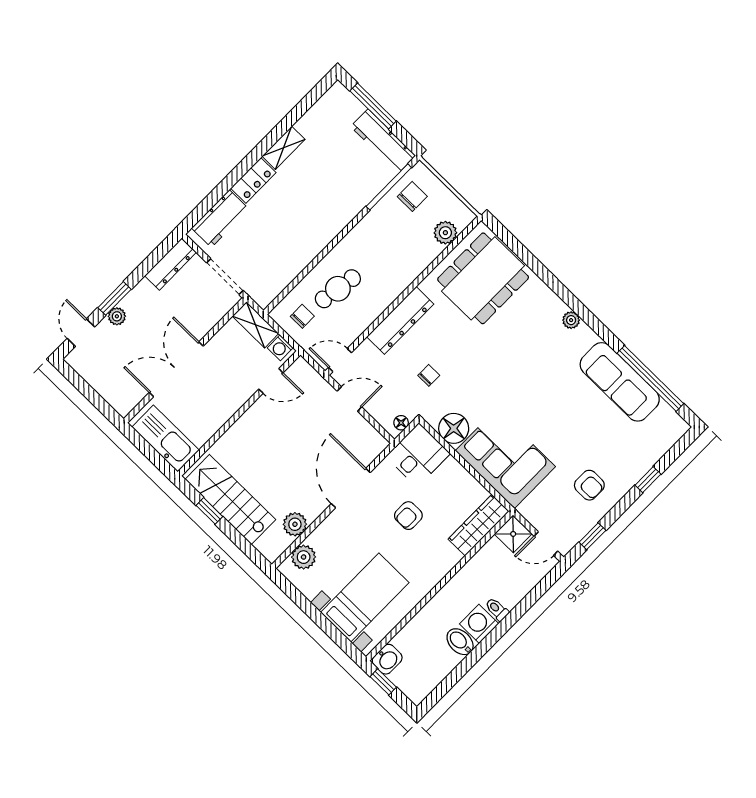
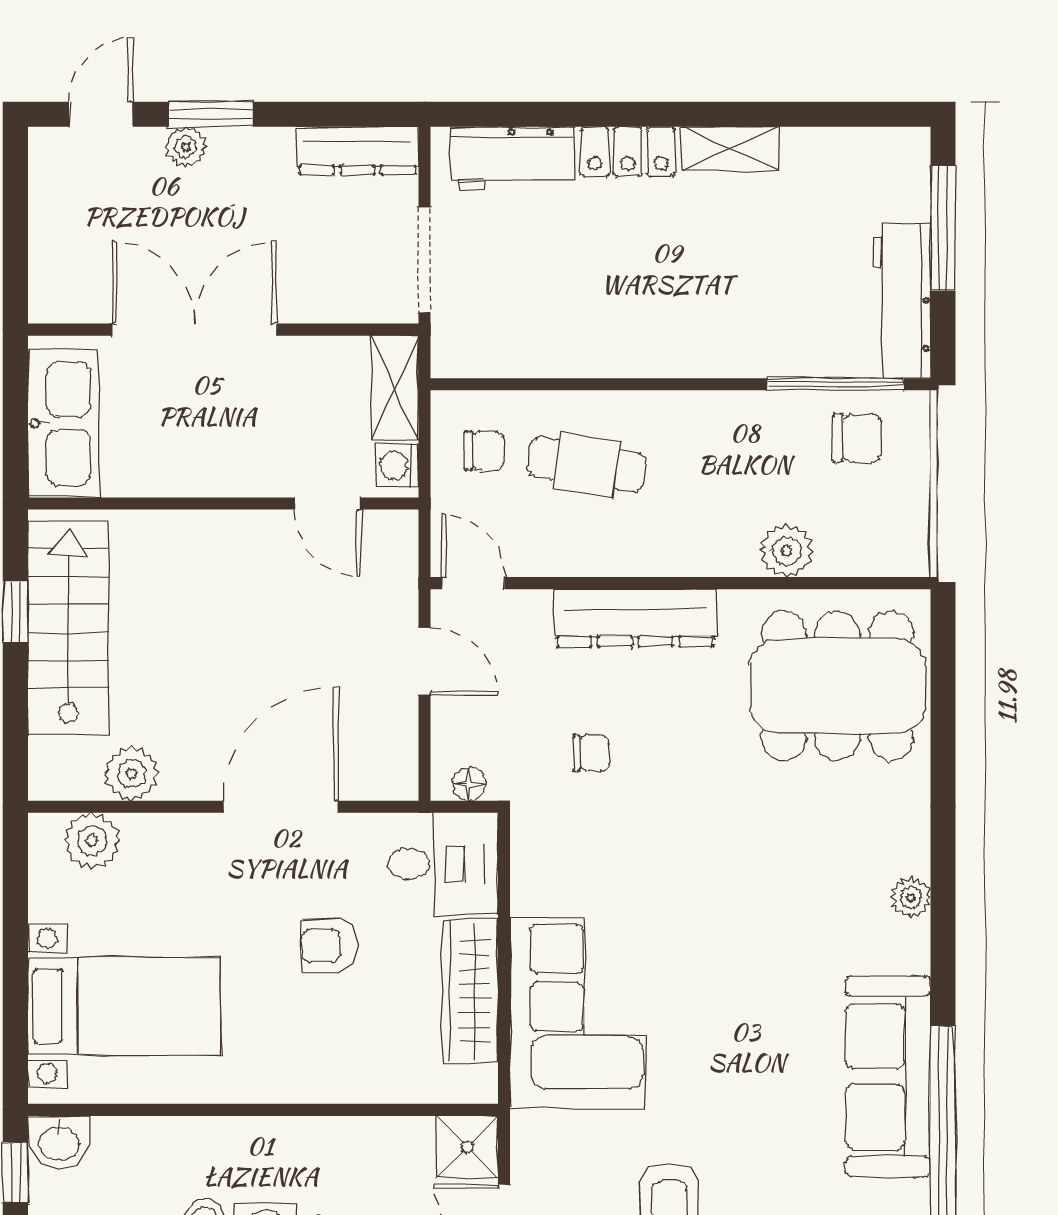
plant: (445, 233) -> (787, 551), moved
floor lamp: (454, 428) -> (544, 879), removed
wardrobe: (479, 525) -> (470, 991), moved, turned -90

